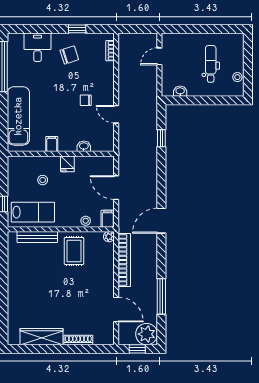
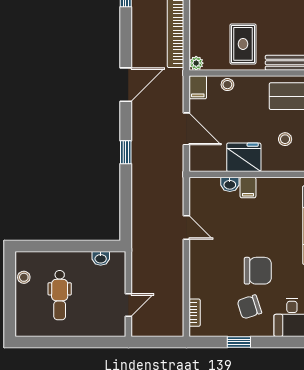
chair: (86, 100) -> (258, 271), moved, width x1.87, depth x1.87
window: (161, 138) -> (126, 152), moved
filing cabinet: (52, 144) -> (248, 188), moved
fridge: (67, 164) -> (244, 157), width x1.88, depth x1.34

